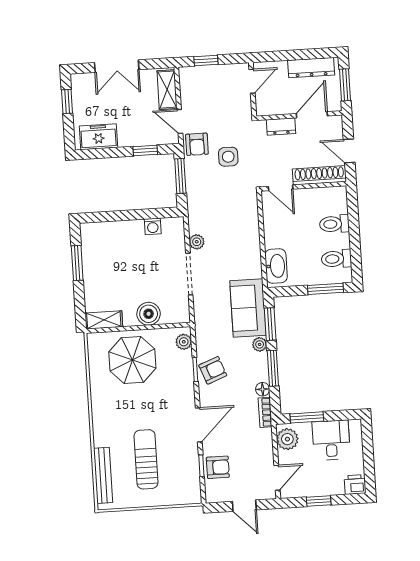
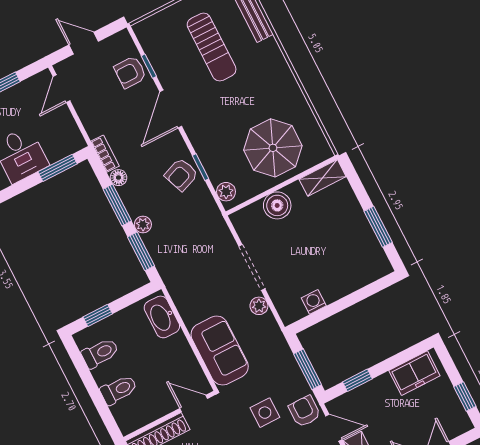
window: (325, 289) -> (98, 315), width x0.67
sofa: (248, 308) -> (220, 351), moved
plant: (287, 439) -> (68, 135), removed

